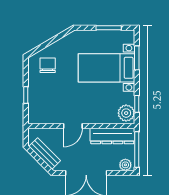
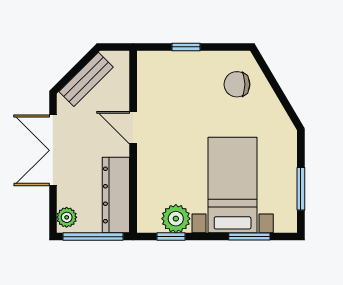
chair: (48, 65) -> (237, 84), turned 180
plant: (126, 113) -> (176, 219), moved

